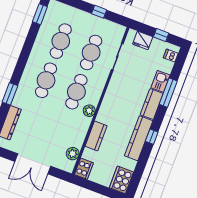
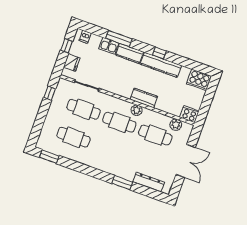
window: (99, 12) -> (50, 93), moved
cafe table: (46, 80) -> (155, 135), moved
kitchen counter: (96, 136) -> (144, 98), moved

